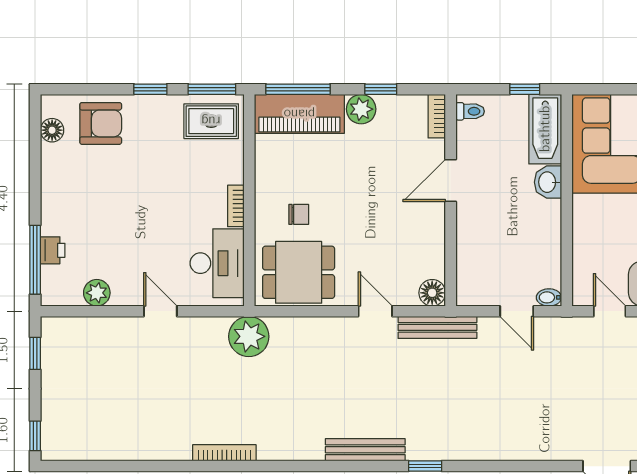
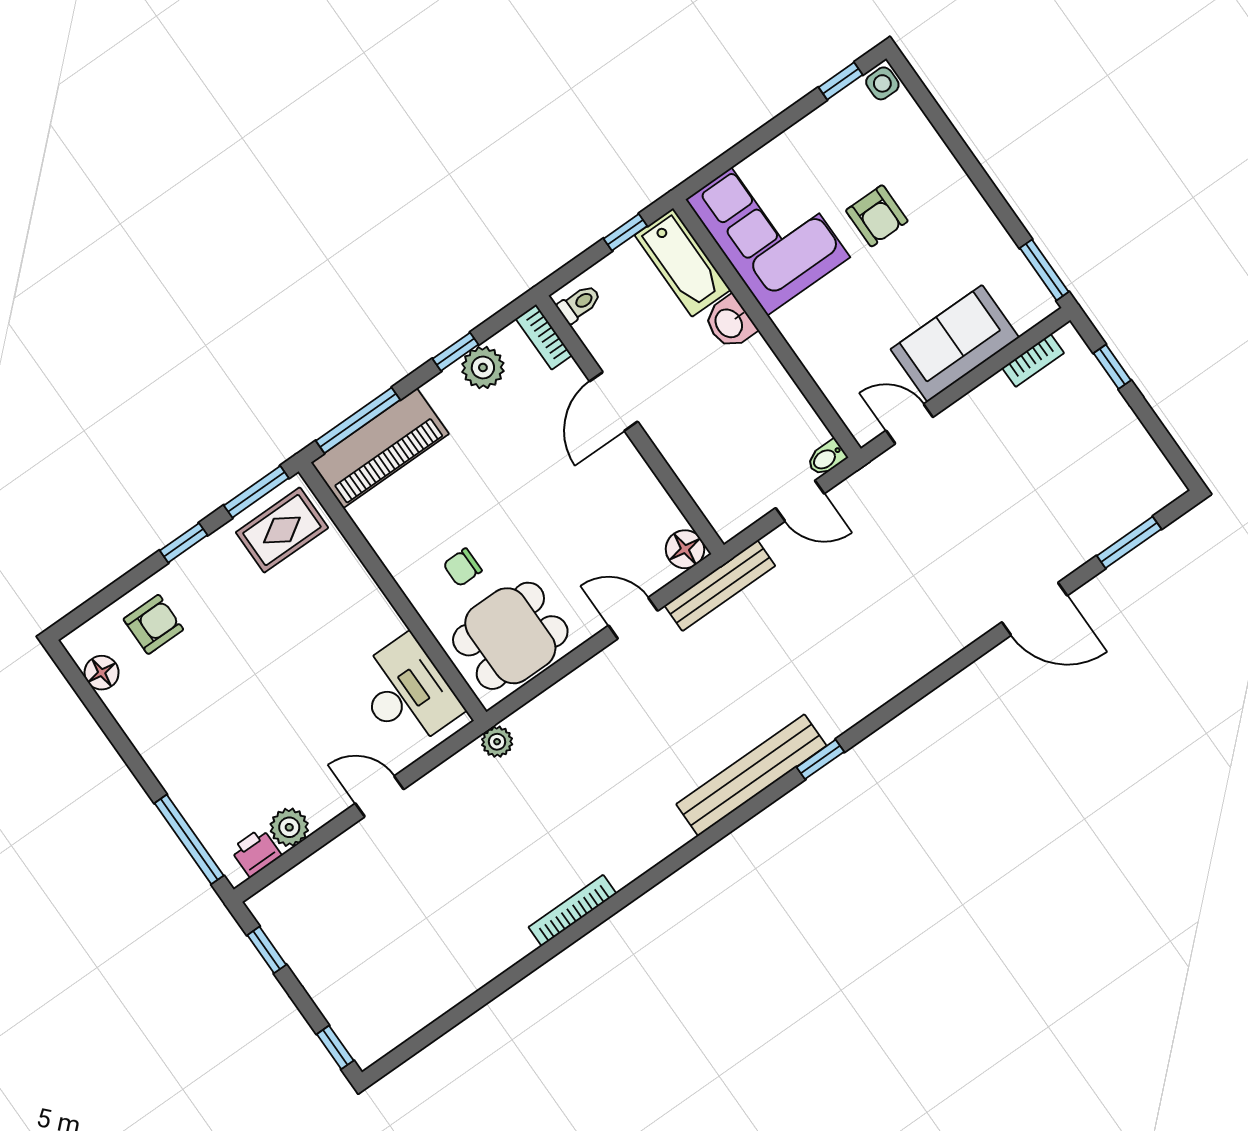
plant: (361, 109) -> (483, 367), moved
armchair: (101, 123) -> (153, 624), width x0.72, depth x0.72
bookcase: (236, 206) -> (381, 610), removed
chair: (299, 214) -> (463, 567), turned 180
printer: (53, 250) -> (256, 852), moved, turned -90
plant: (249, 336) -> (497, 742), width x0.53, depth x0.53
bench: (365, 450) -> (751, 775), width x1.37, depth x1.21

